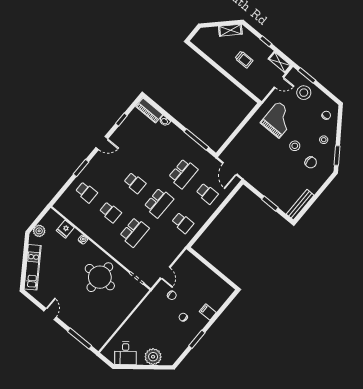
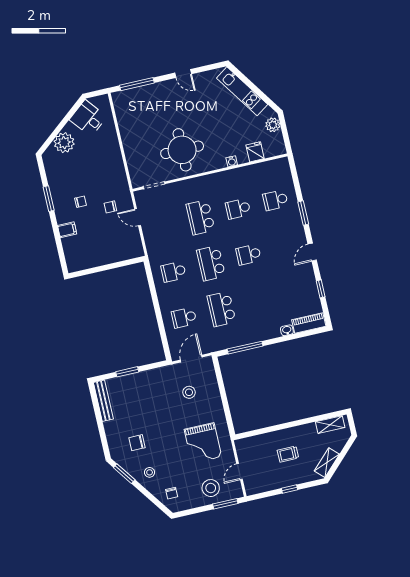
shelving: (280, 62) -> (330, 425), moved
stool: (295, 146) -> (189, 392), moved
door: (230, 169) -> (191, 359), hinge flipped

